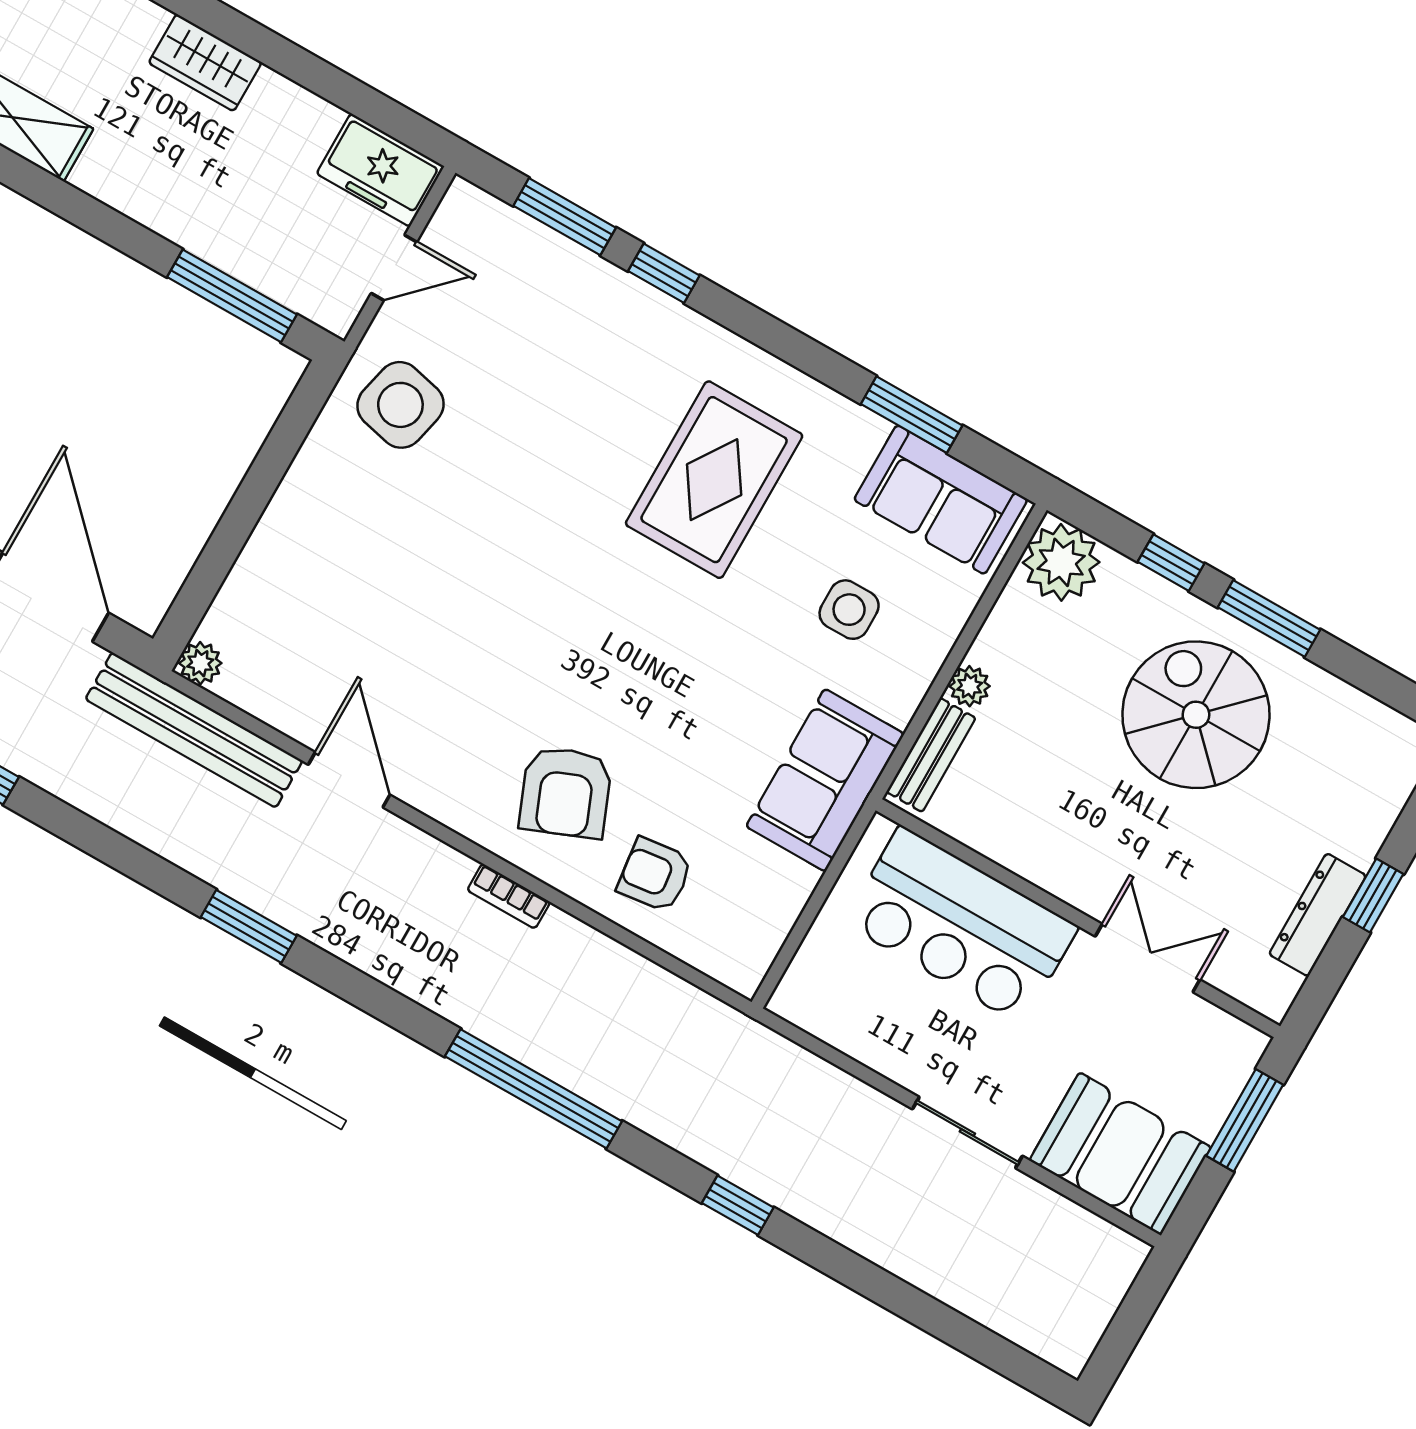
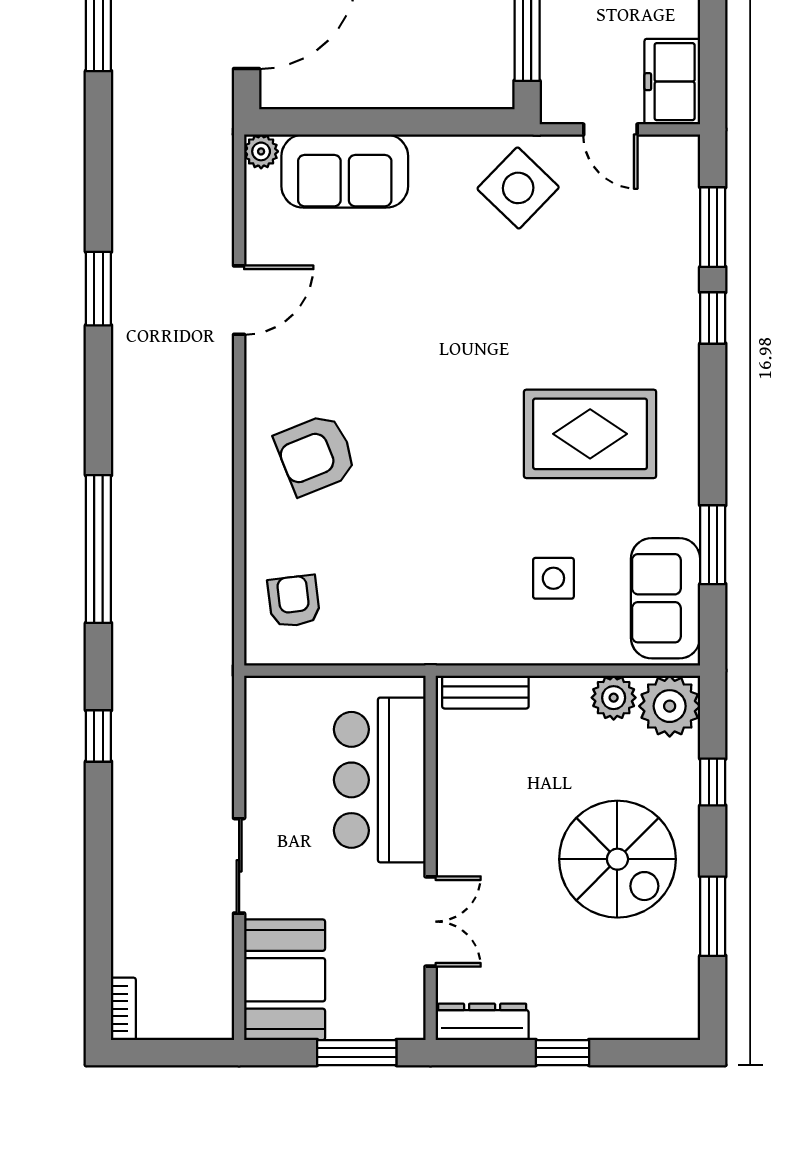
side table: (400, 405) -> (518, 188), turned 31
window: (1269, 618) -> (713, 916), moved
plant: (970, 686) -> (614, 698), moved, width x1.38, depth x1.38
spiral stairs: (1196, 715) -> (617, 859), turned 90
bench: (194, 730) -> (212, 173), removed
sofa: (825, 780) -> (345, 171), moved, turned 180
armchair: (655, 875) -> (294, 601), moved
bookcase: (509, 896) -> (123, 1009), moved, turned 180
dresser: (1318, 915) -> (482, 1022), moved

